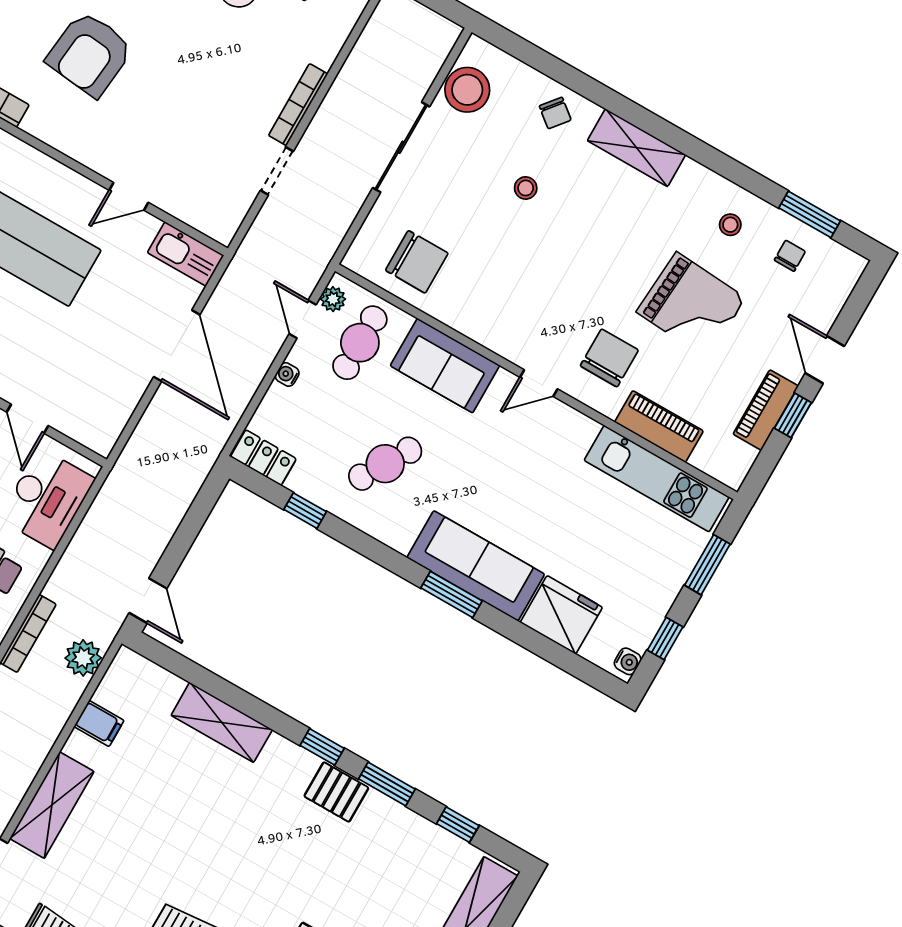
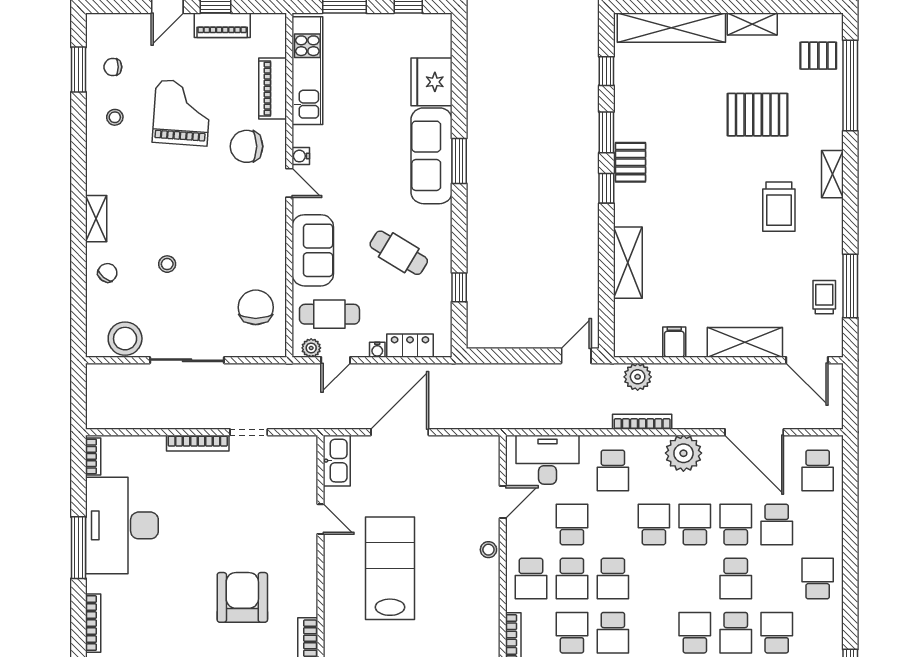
armchair: (90, 54) -> (242, 597), turned -96
shelving: (637, 148) -> (96, 219), width x0.67, depth x0.75
locker: (263, 458) -> (410, 346), moved, turned 90
water cooler: (628, 661) -> (301, 156), moved, turned -90

